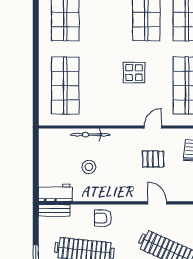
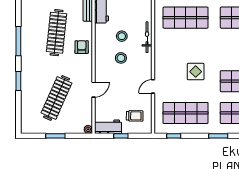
door: (153, 127) -> (153, 86), swing flipped
pallet: (153, 159) -> (128, 86), removed
stool: (117, 168) -> (121, 58), added

